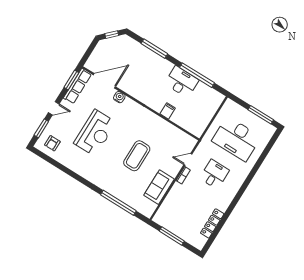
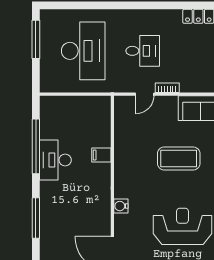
water cooler: (119, 97) -> (121, 206), moved
door: (188, 159) -> (145, 94), hinge flipped
desk: (214, 174) -> (143, 51), turned 180

